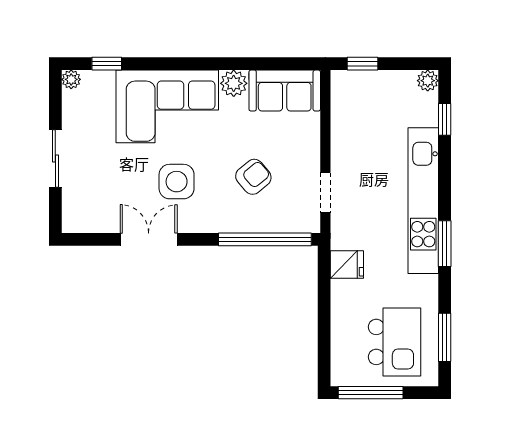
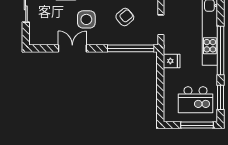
window: (445, 244) -> (221, 50), width x2.11
kitchen island: (395, 342) -> (195, 100), turned 90
window: (371, 393) -> (197, 125), moved

